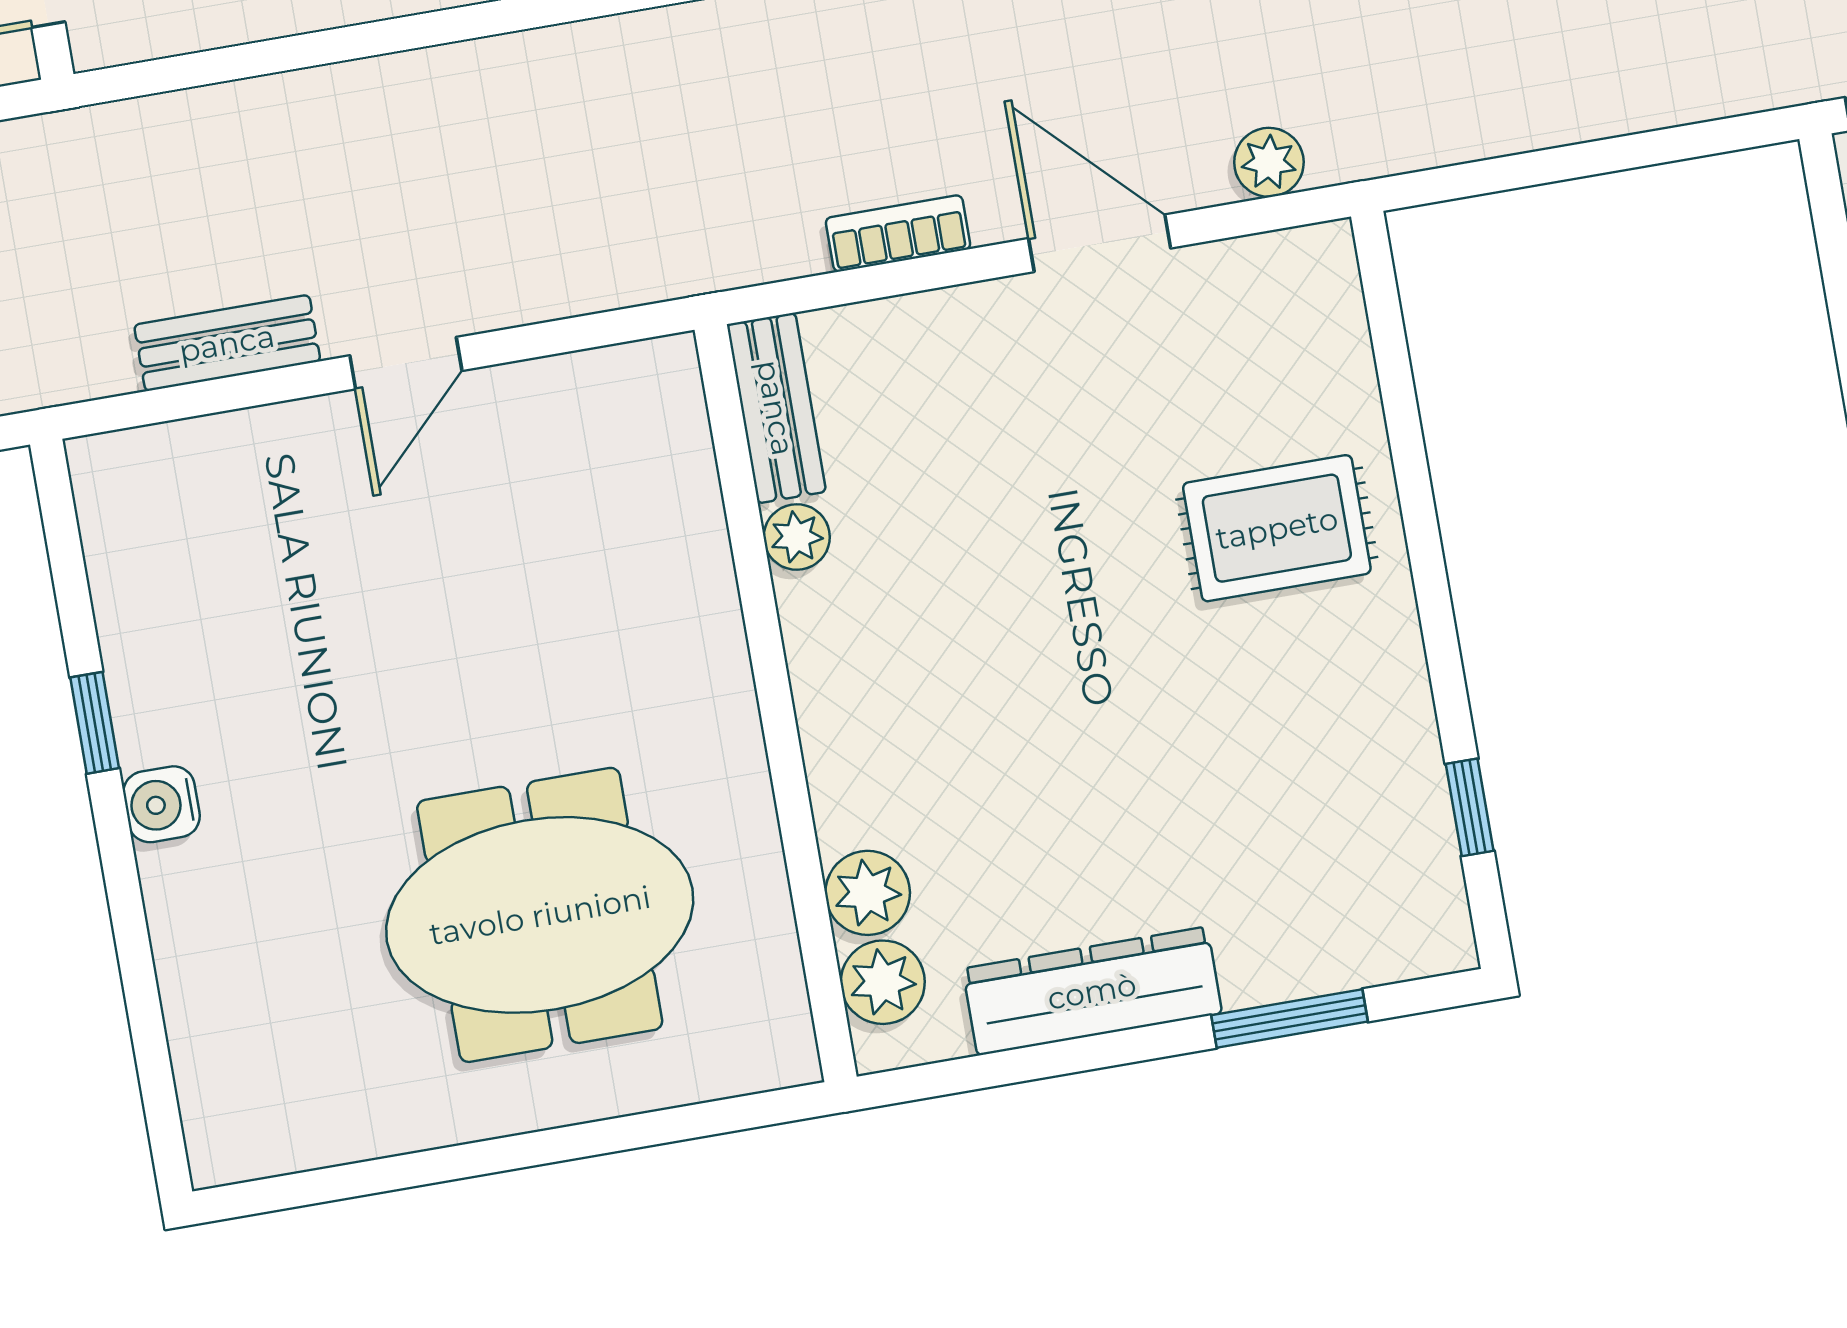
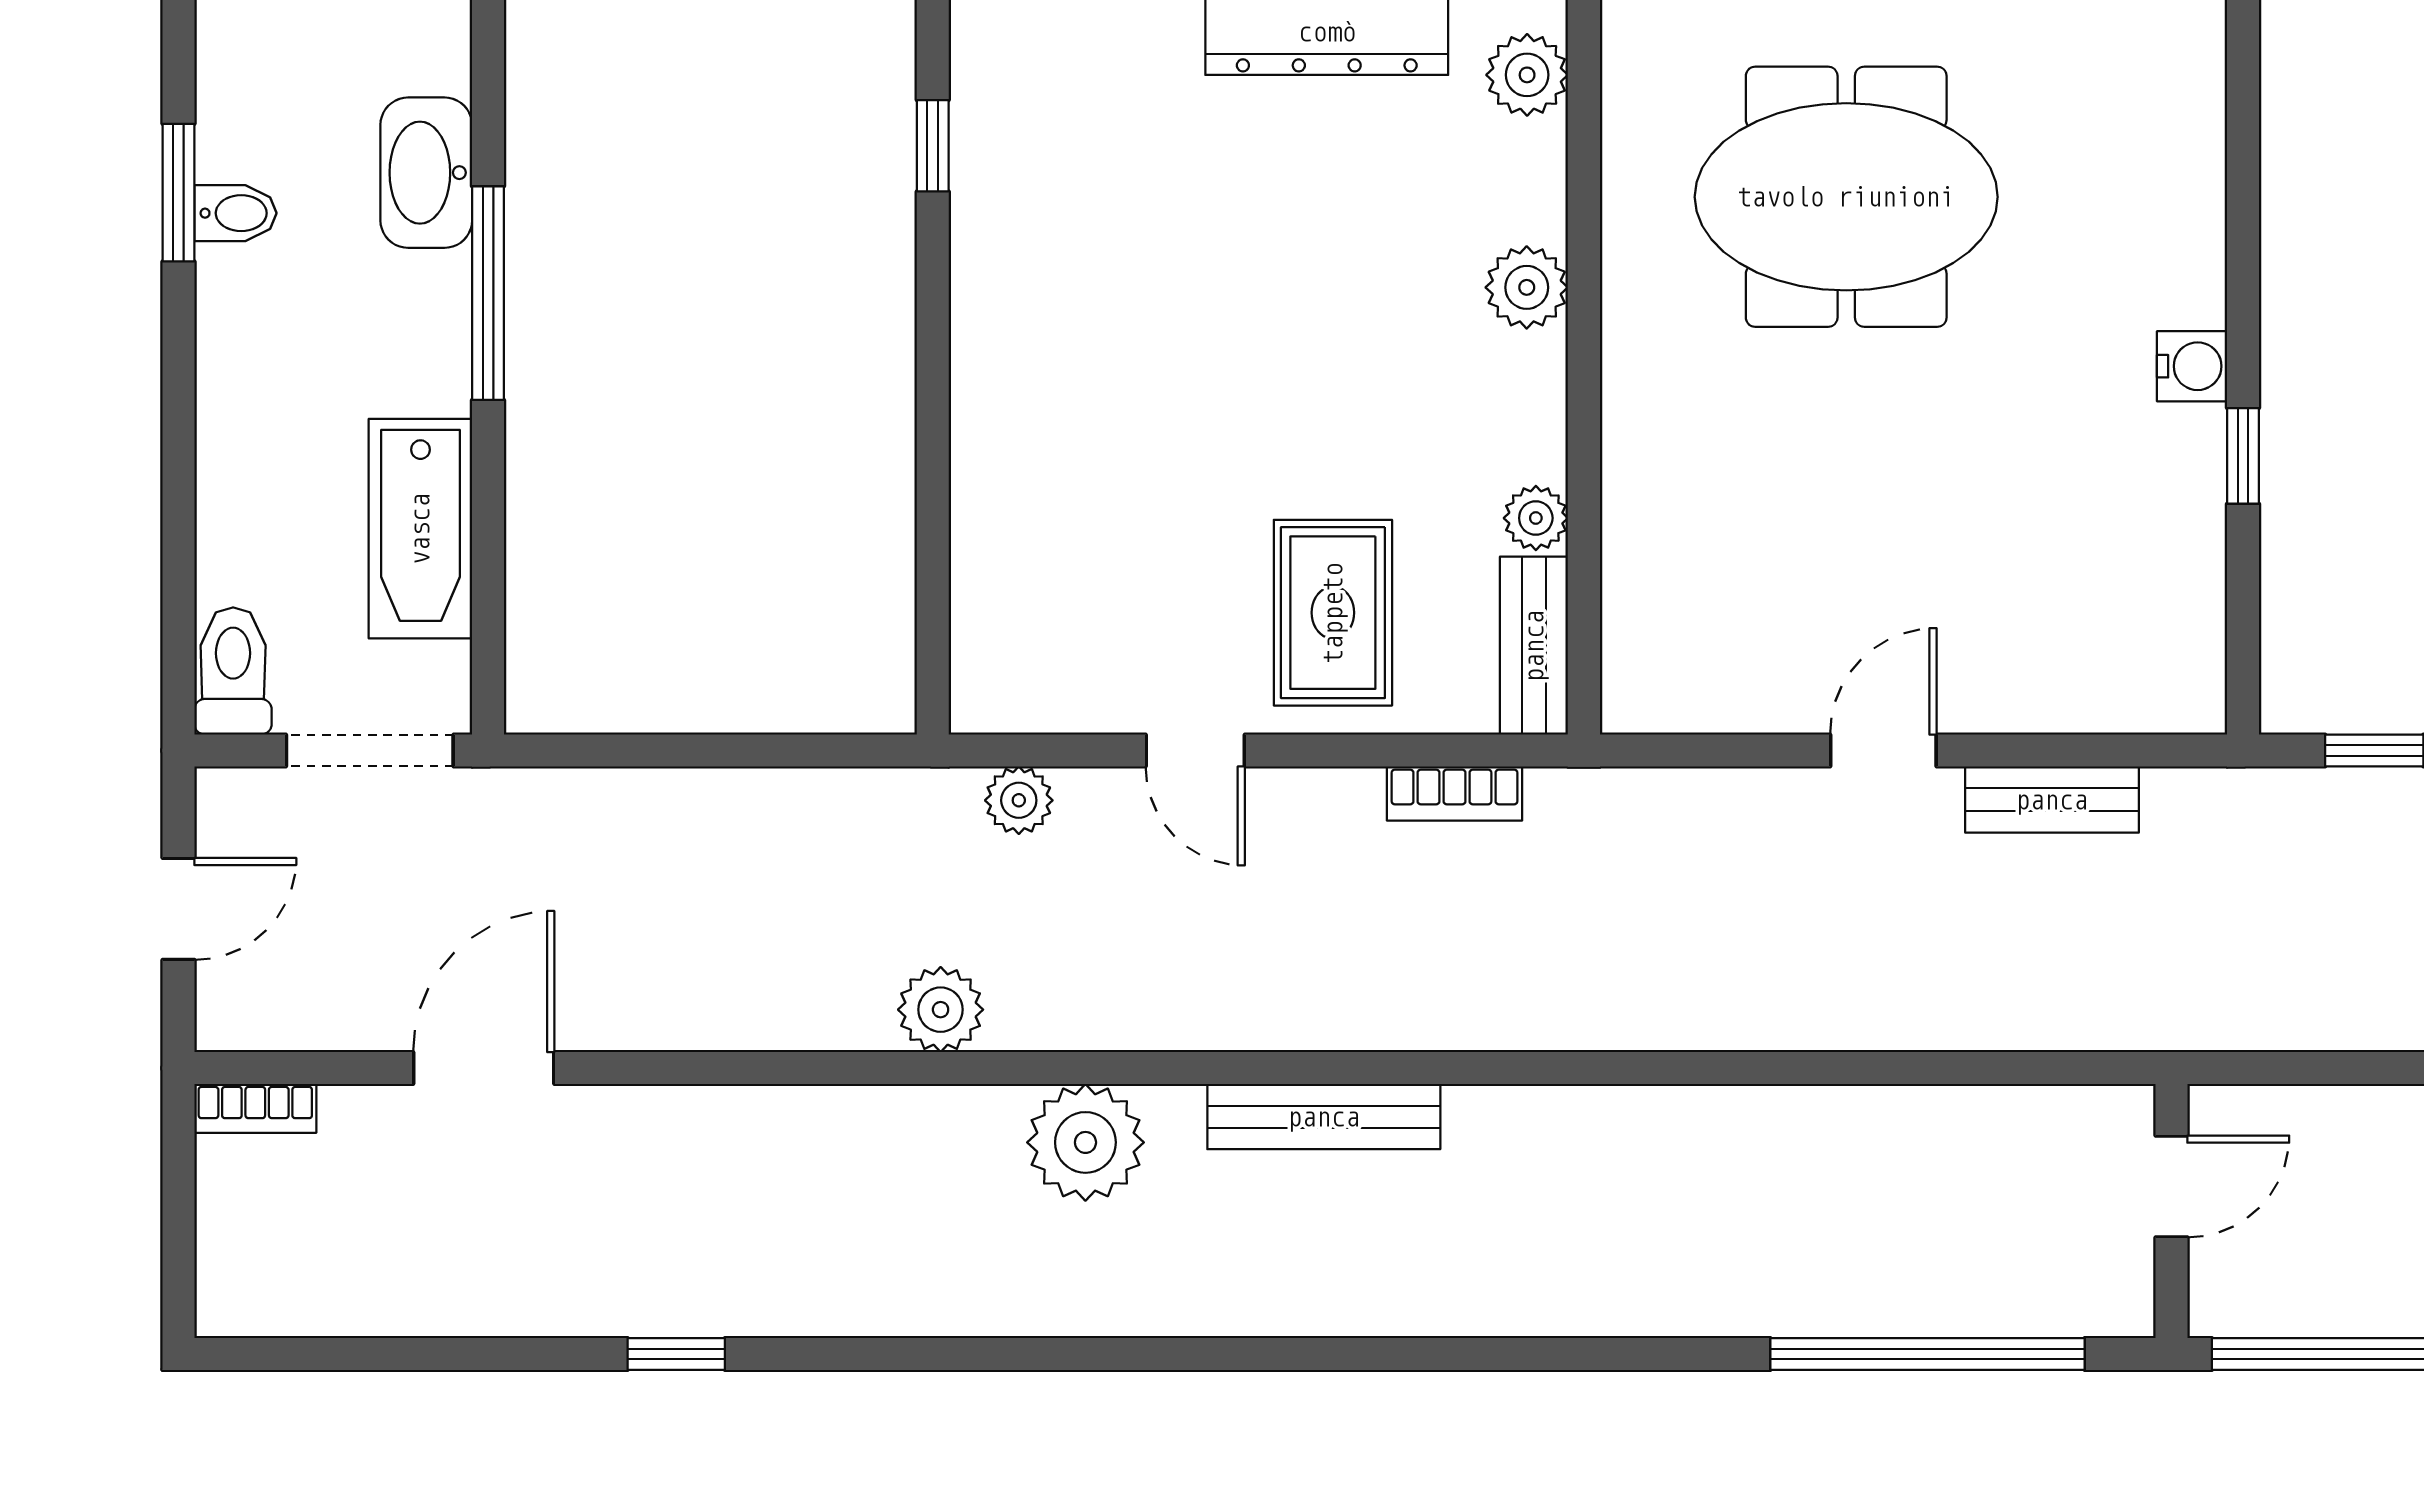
bookcase: (898, 233) -> (1454, 793), moved
door: (1100, 243) -> (1195, 751), width x0.73
rug: (1277, 528) -> (1333, 613), moved, turned 90
plant: (868, 893) -> (1527, 287), moved

